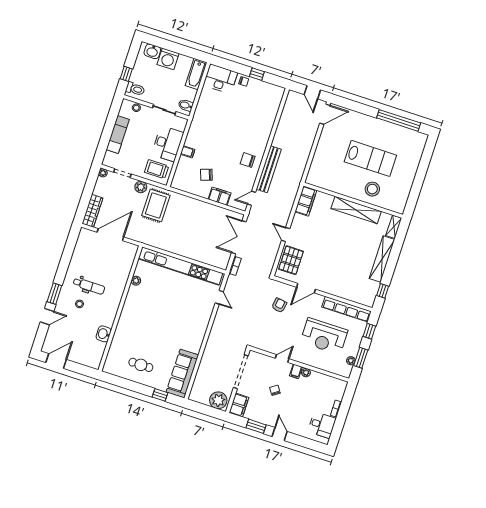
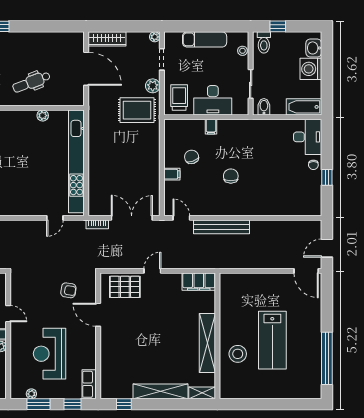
chair: (248, 160) -> (231, 176), moved
filing cabinet: (220, 196) -> (172, 174), width x0.50
dental chair: (89, 286) -> (31, 82), moved, turned 69
row of seats: (347, 309) -> (89, 384), width x0.50

